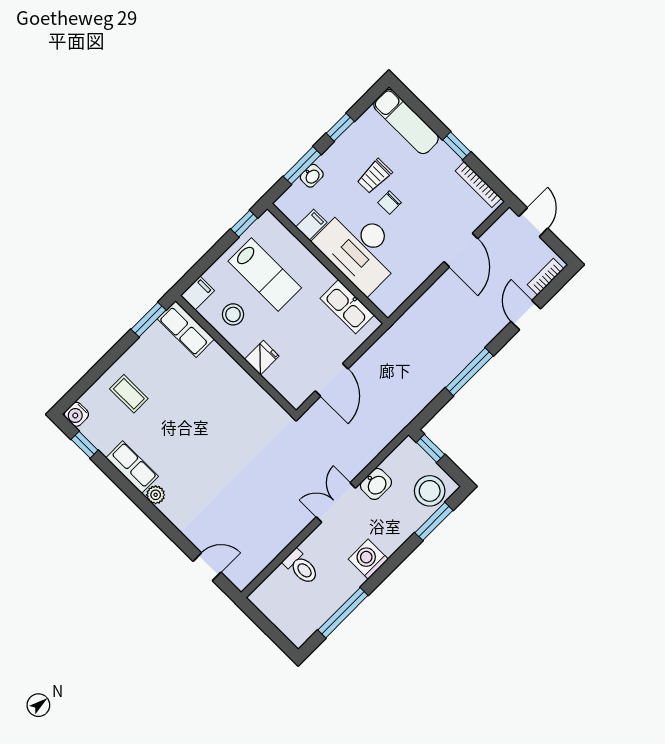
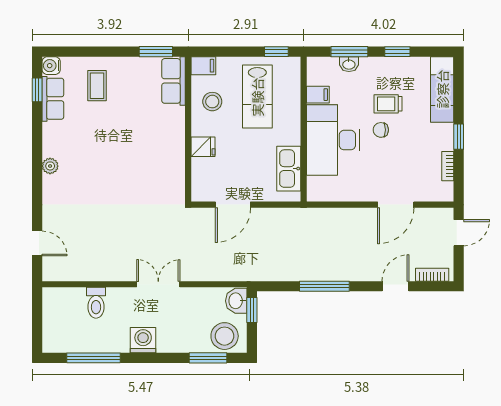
bookcase: (478, 185) -> (448, 166), width x0.64
row of seats: (132, 467) -> (53, 99), moved
washbasin: (376, 484) -> (236, 301), moved, turned 90

